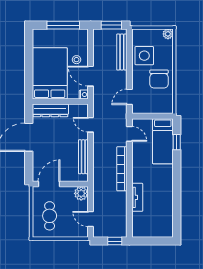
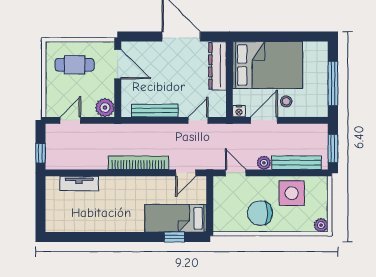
plant: (122, 76) -> (264, 163), added
tv unit: (137, 197) -> (79, 184), moved

